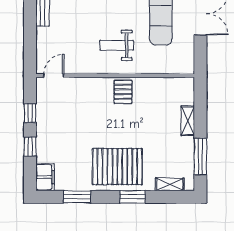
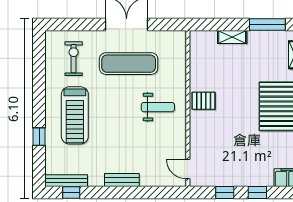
weight bench: (117, 45) -> (158, 107), turned -90

